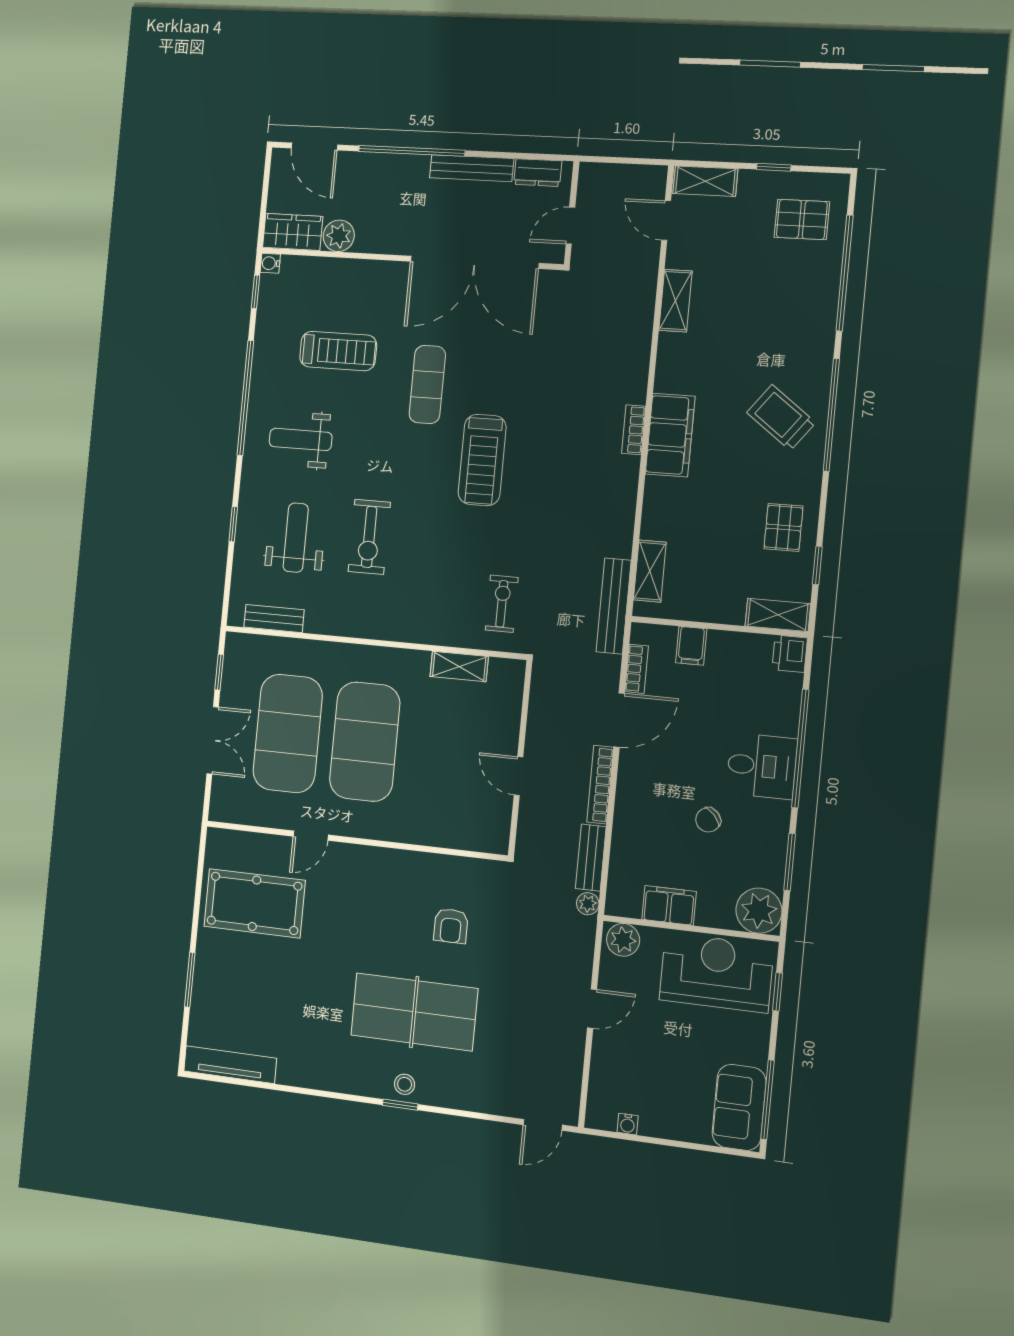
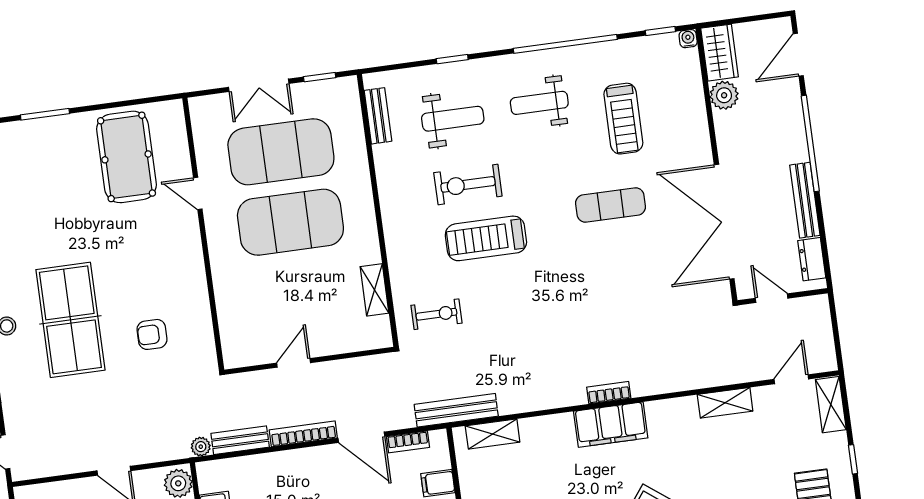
weight bench: (301, 439) -> (539, 103), turned -90
treadmill: (482, 460) -> (486, 238), moved

